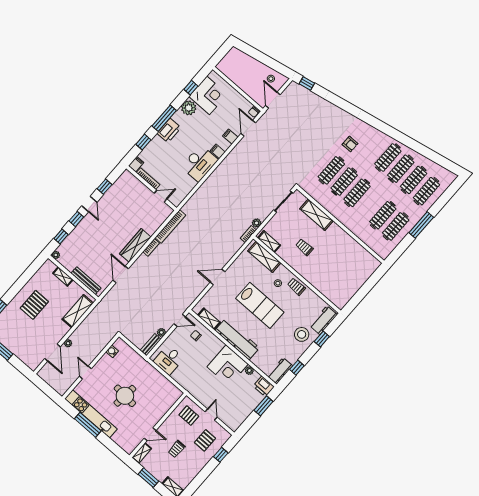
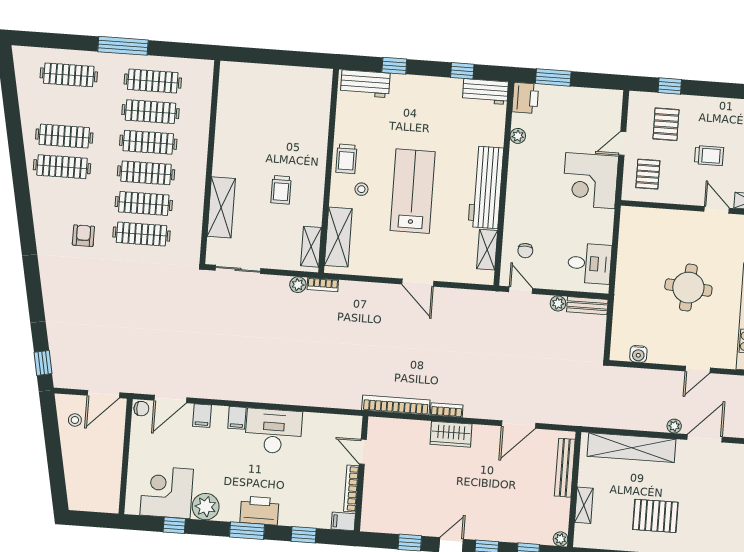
window: (164, 118) -> (247, 531), width x0.69
clothes rail: (414, 180) -> (148, 142), moved
wardrobe: (135, 245) -> (451, 434), width x0.67
shelving: (78, 311) -> (632, 448), width x1.47
stool: (302, 334) -> (409, 100), removed
corner desk: (228, 365) -> (590, 181), moved, turned 180
pallet: (205, 440) -> (666, 124), turned 90

